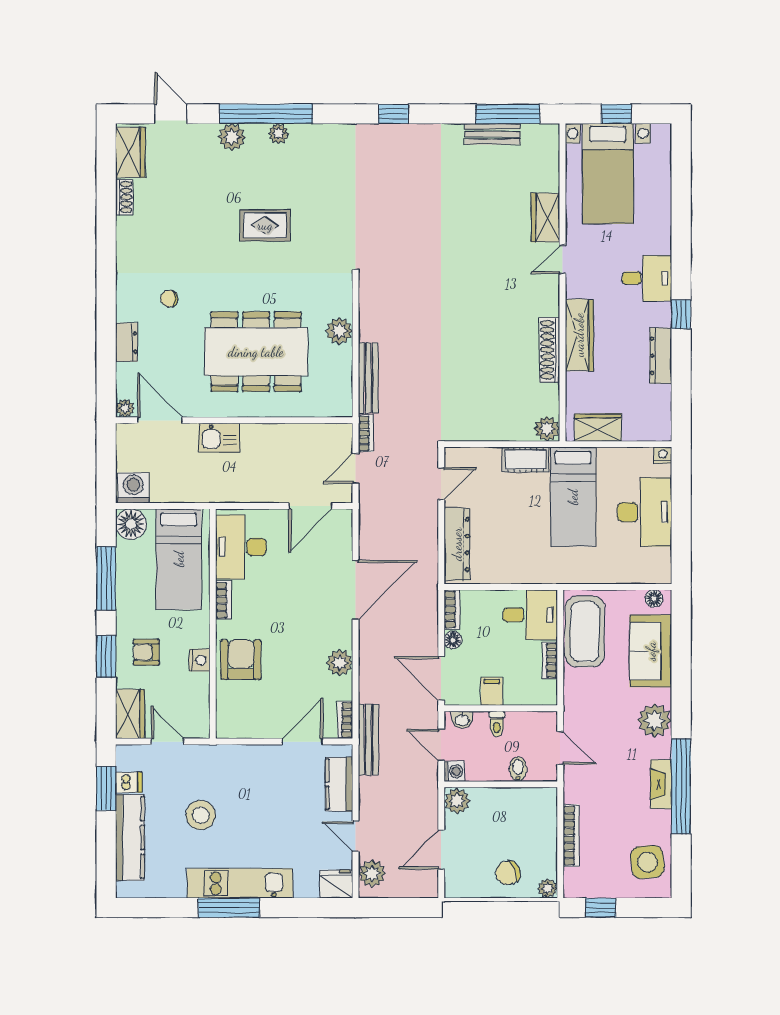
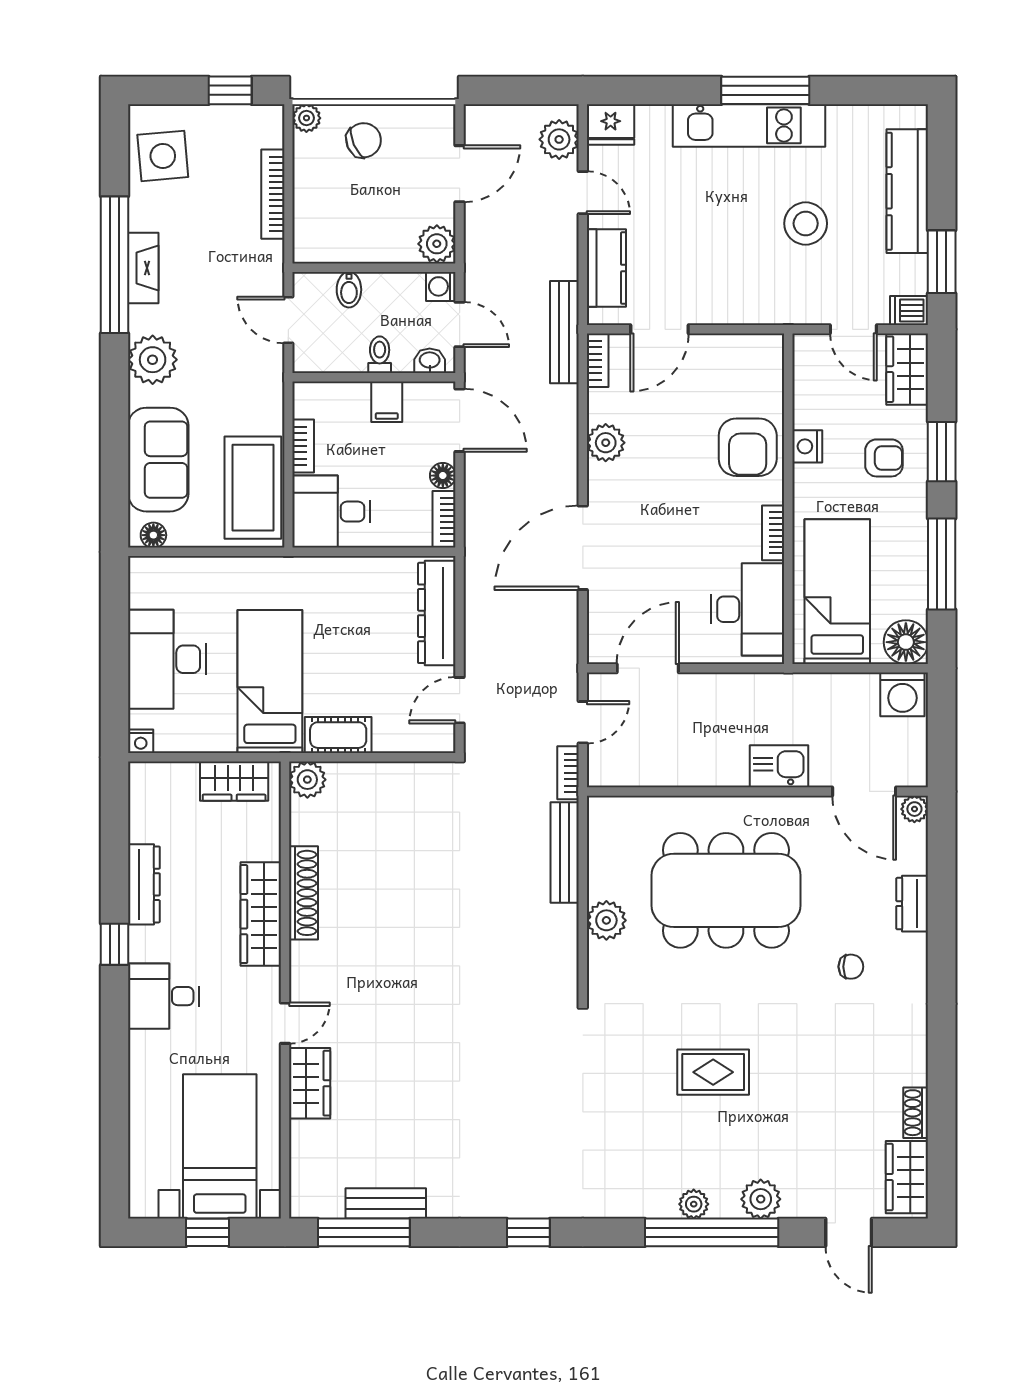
dishwasher: (129, 782) -> (909, 311), moved

